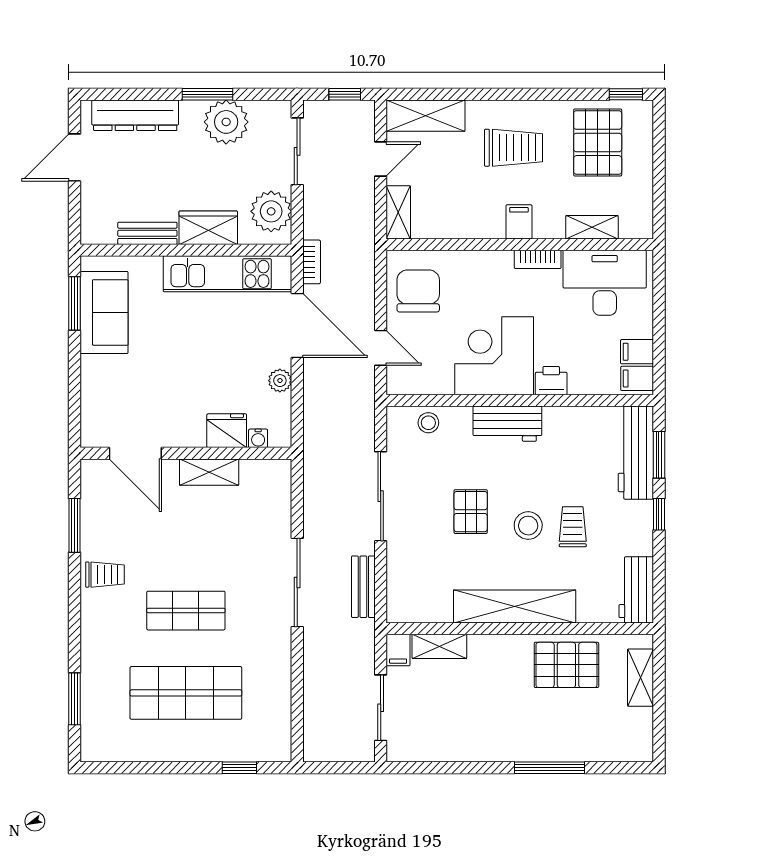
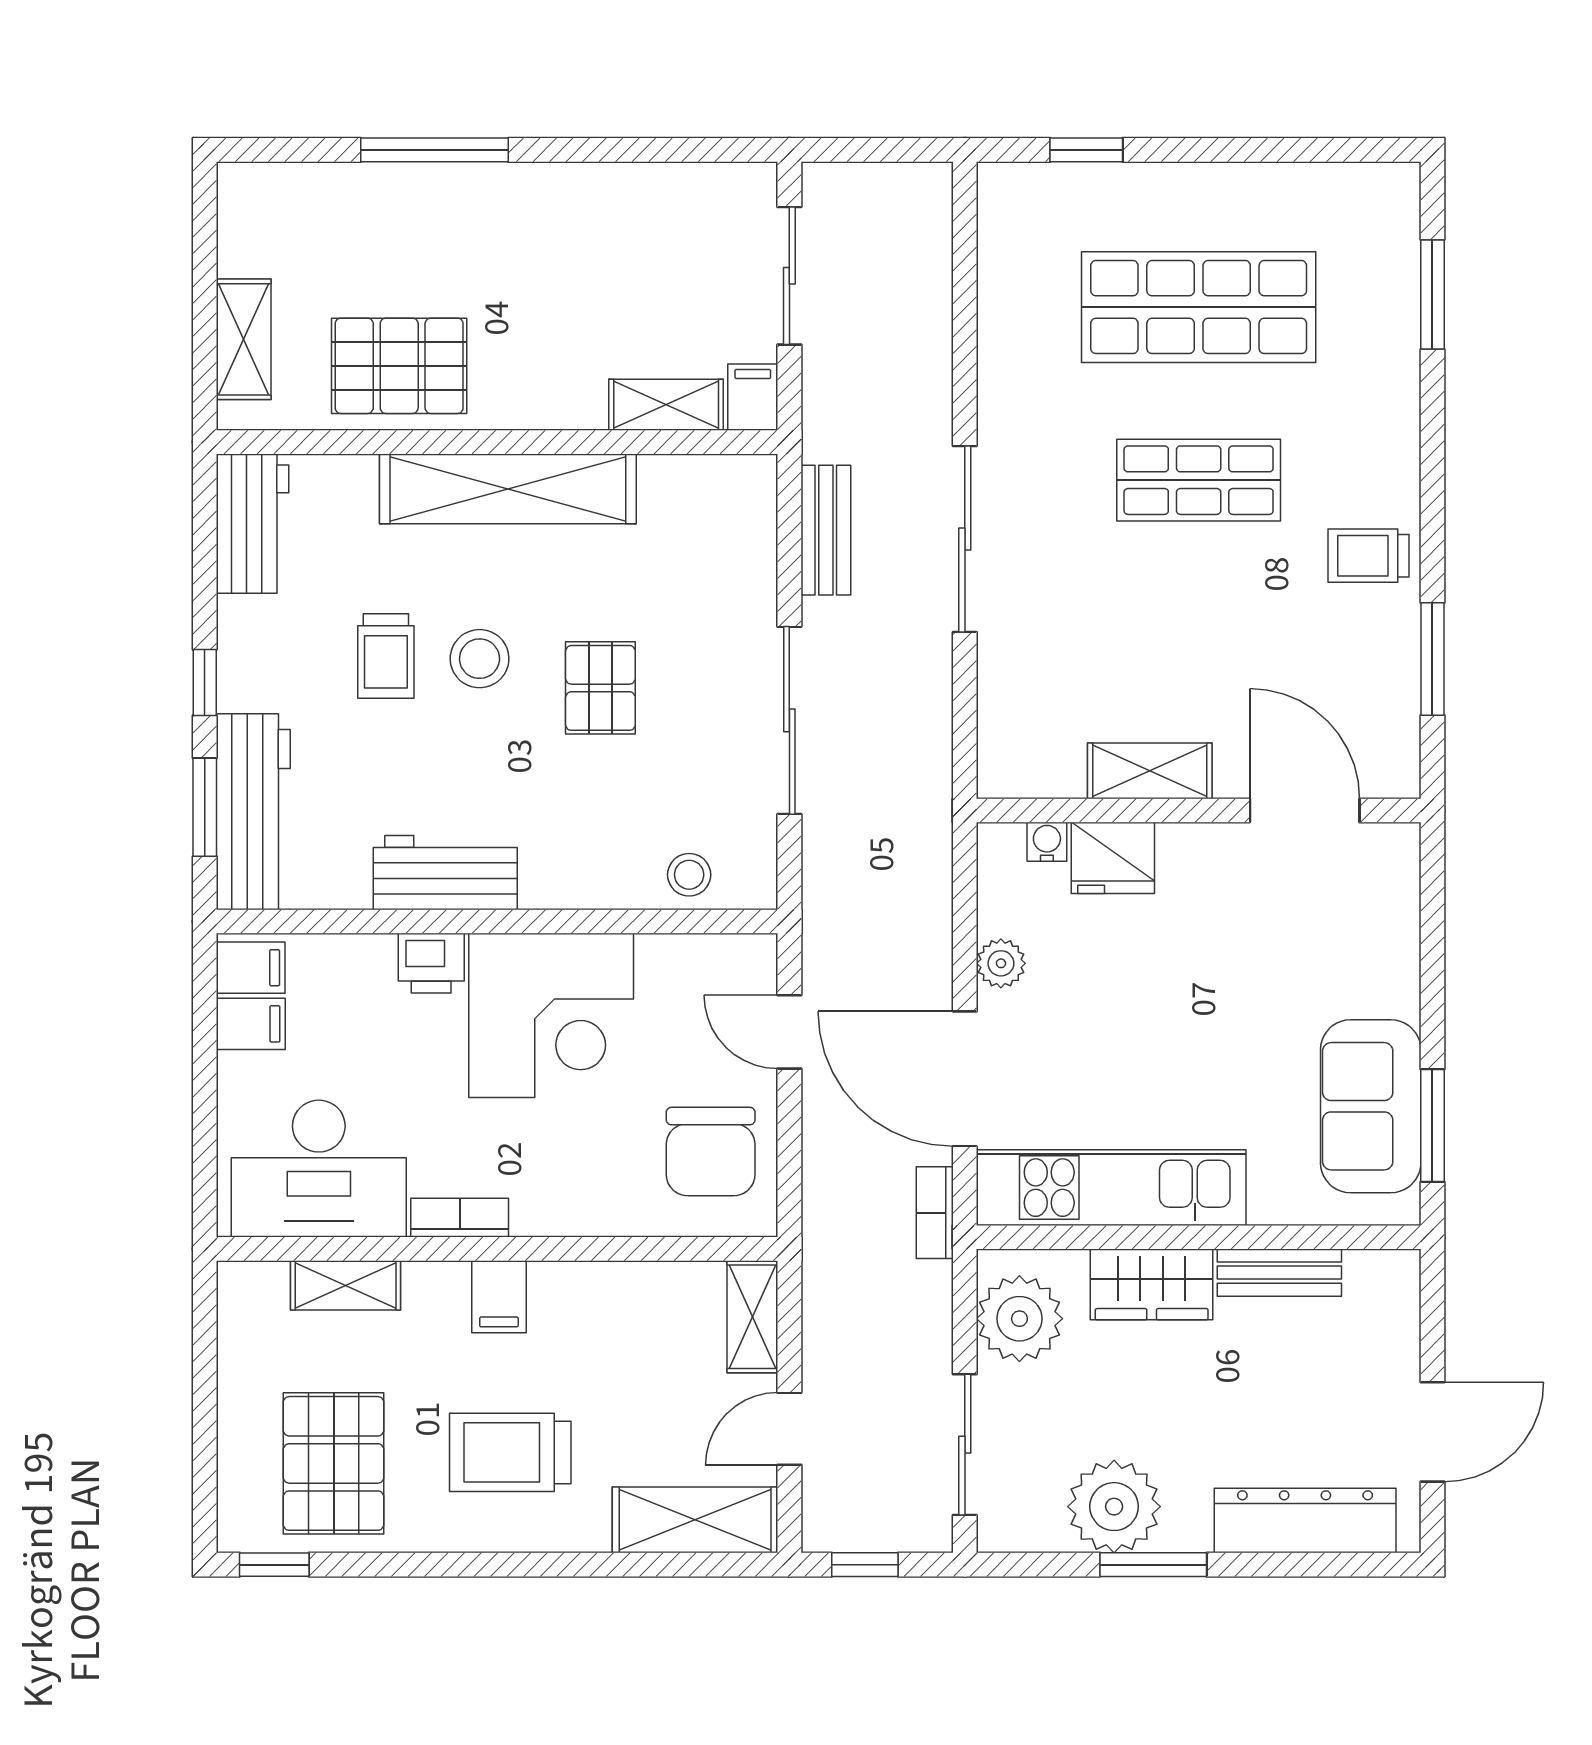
workbench: (507, 424) -> (445, 873), moved

